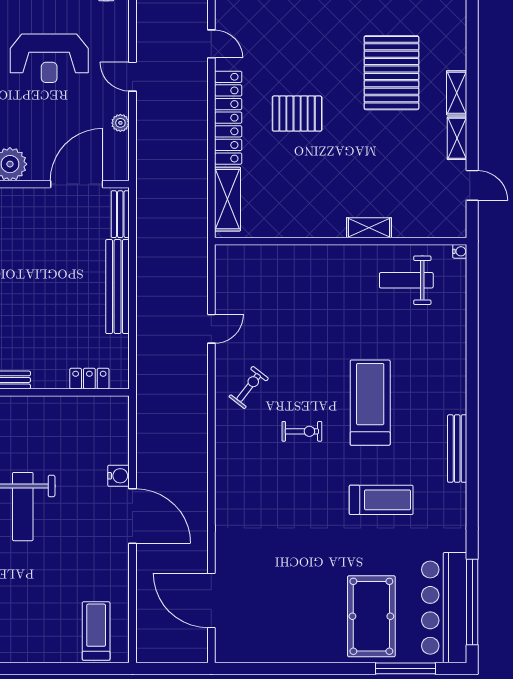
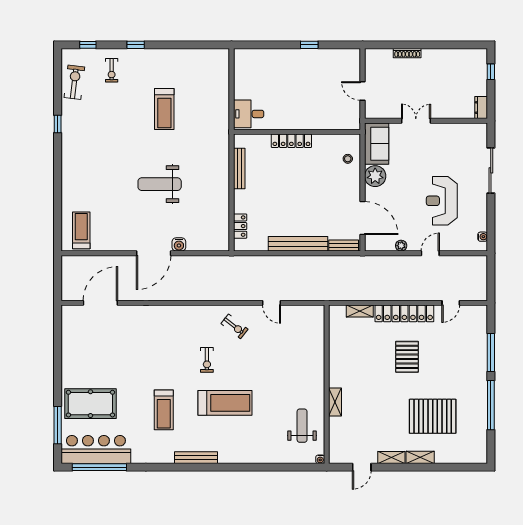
shelving: (227, 199) -> (360, 311), width x0.67, depth x0.75
treadmill: (96, 631) -> (81, 230), turned -90

